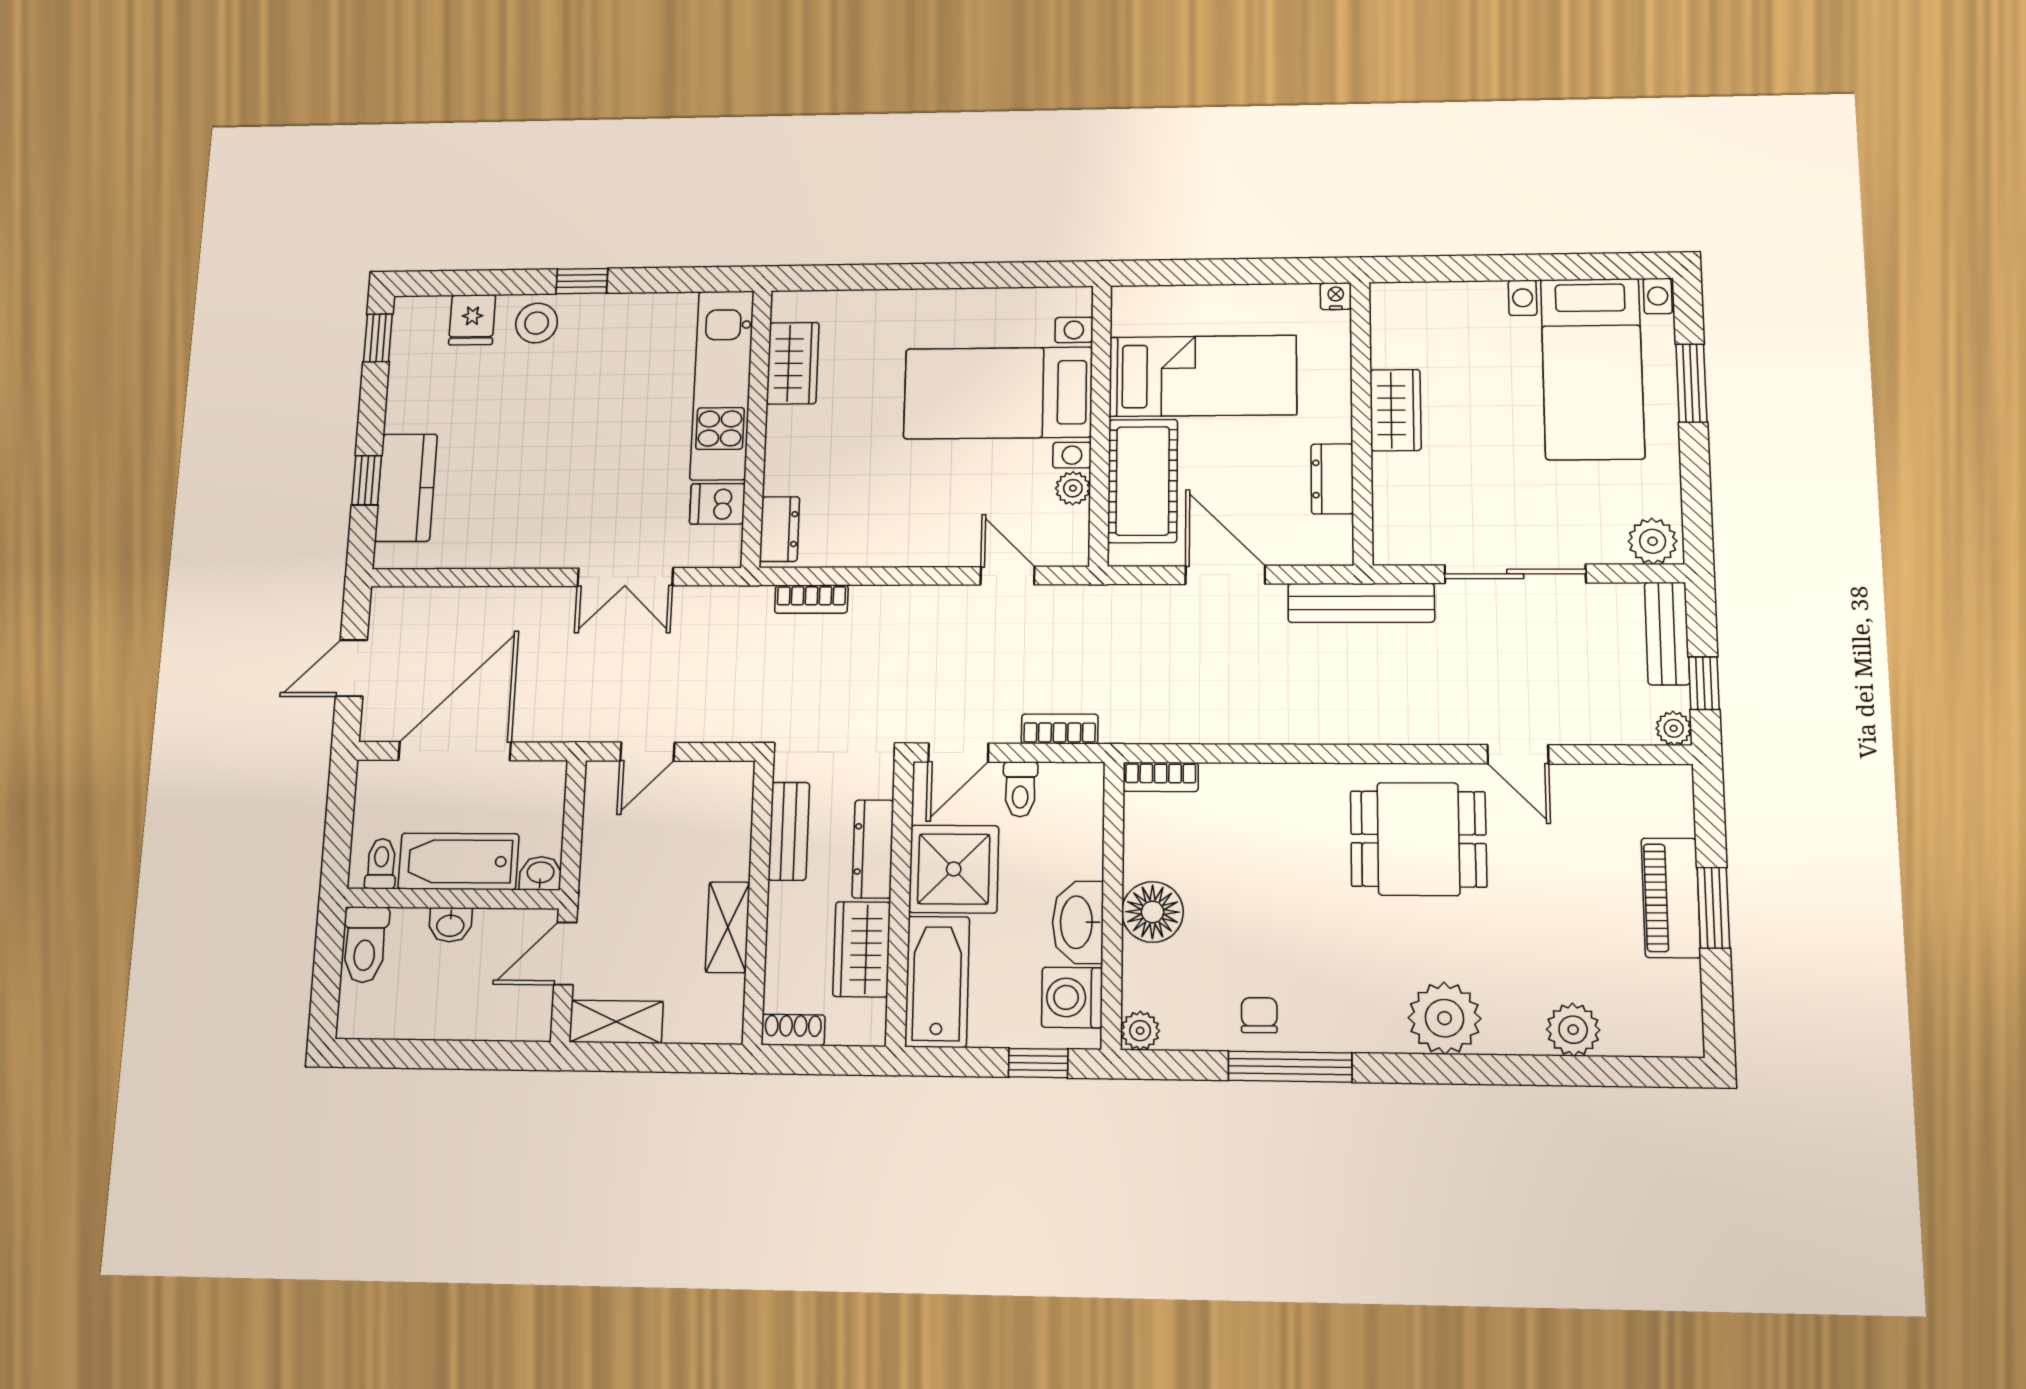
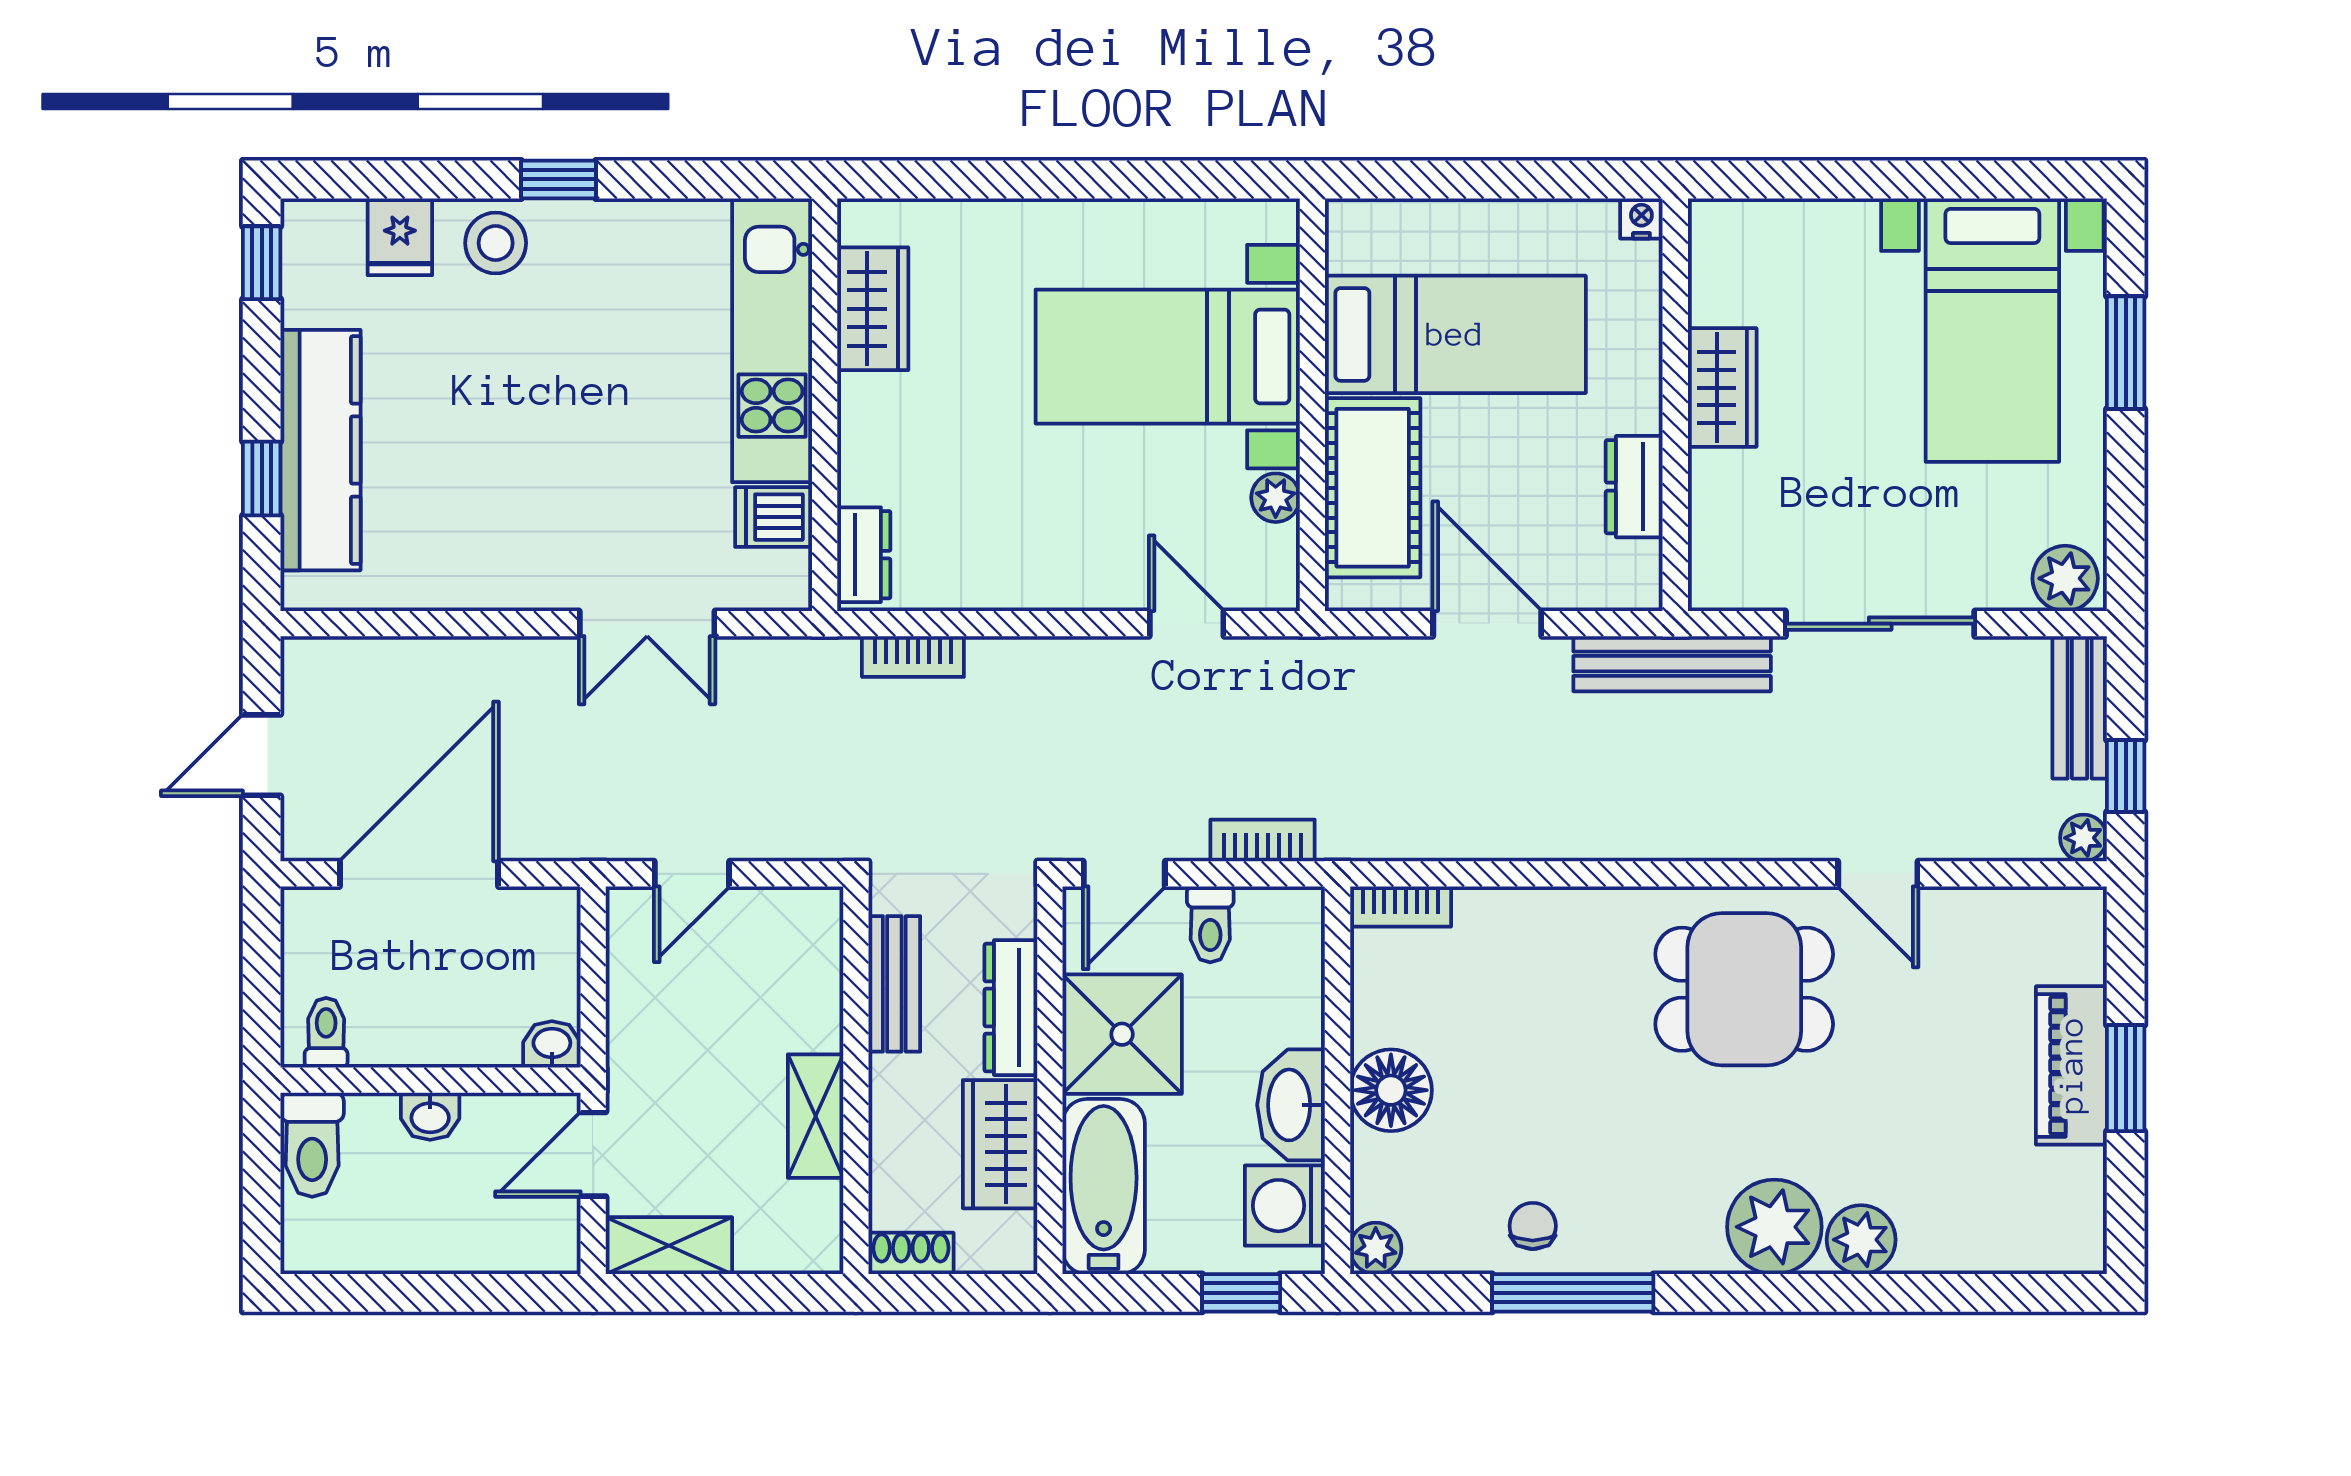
kitchen counter: (406, 488) -> (321, 450), width x1.50
bathtub: (458, 861) -> (435, 1029), removed
plant: (1573, 1030) -> (1861, 1240), moved

